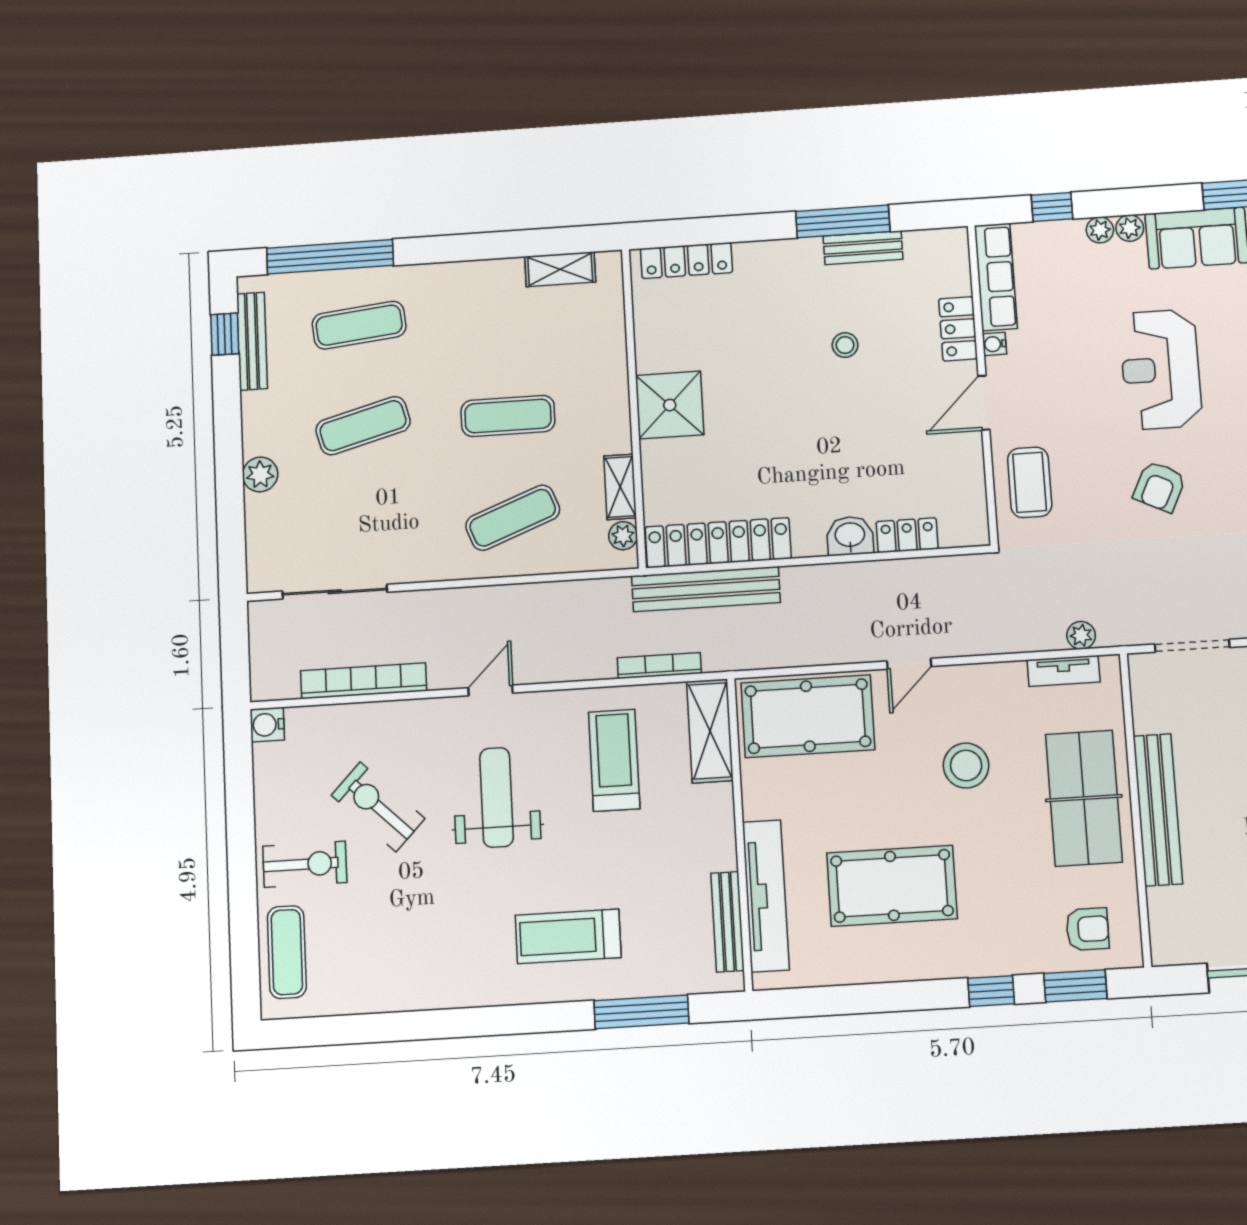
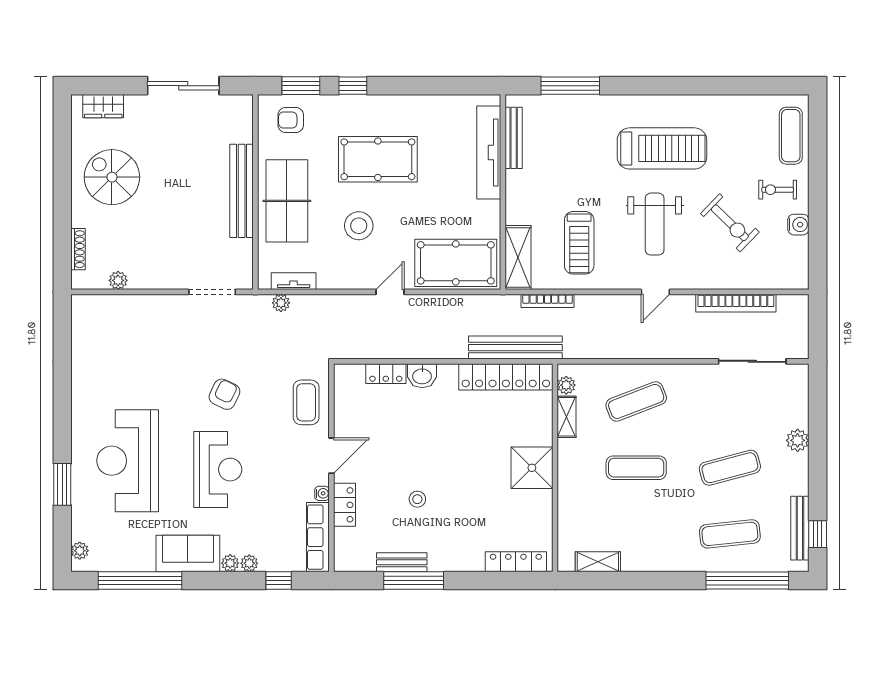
water cooler: (267, 725) -> (798, 225), moved
exercise bike: (305, 864) -> (778, 190), width x0.73, depth x0.72
pool table: (892, 886) -> (378, 159), moved
treadmill: (568, 936) -> (662, 148), moved, width x1.37, depth x1.38

